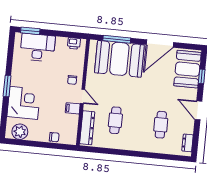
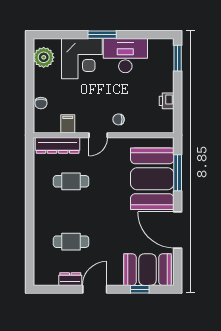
printer: (74, 43) -> (167, 101), moved
desk: (38, 47) -> (125, 56), moved, turned -90
filing cabinet: (73, 108) -> (68, 124), moved
dresser: (187, 143) -> (70, 279), moved

